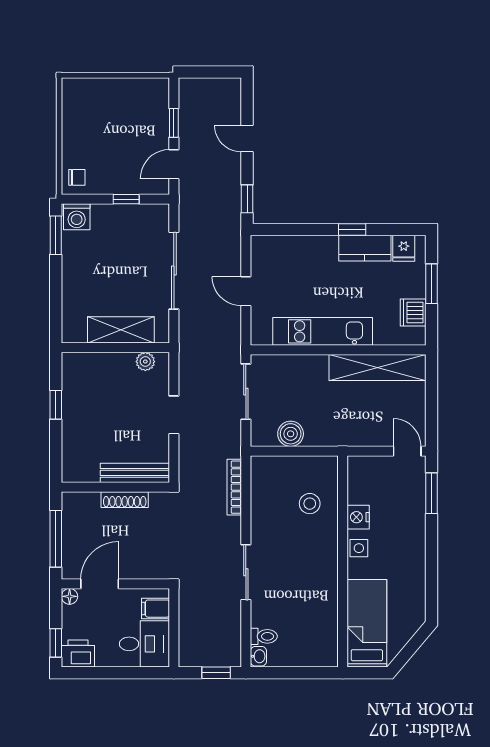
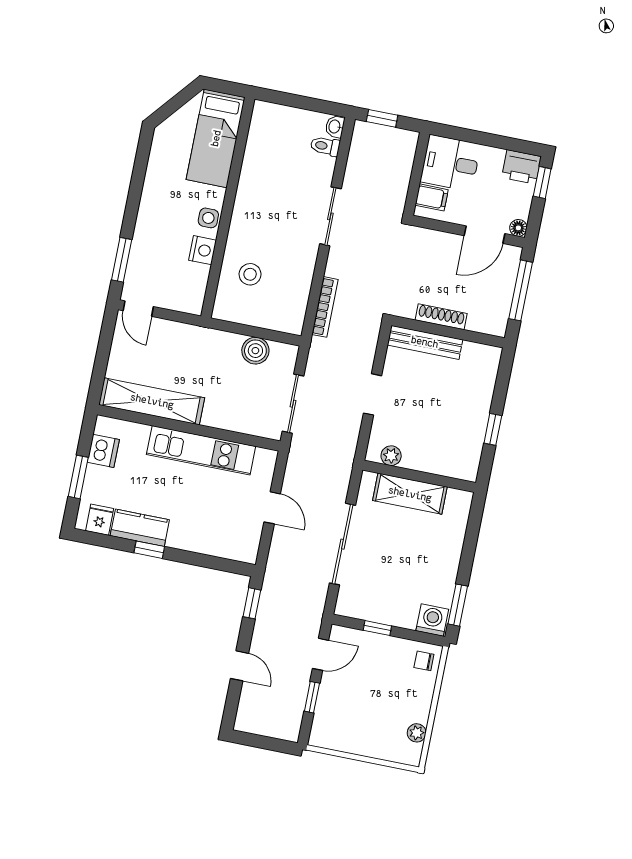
plant: (70, 109) -> (417, 733), added

